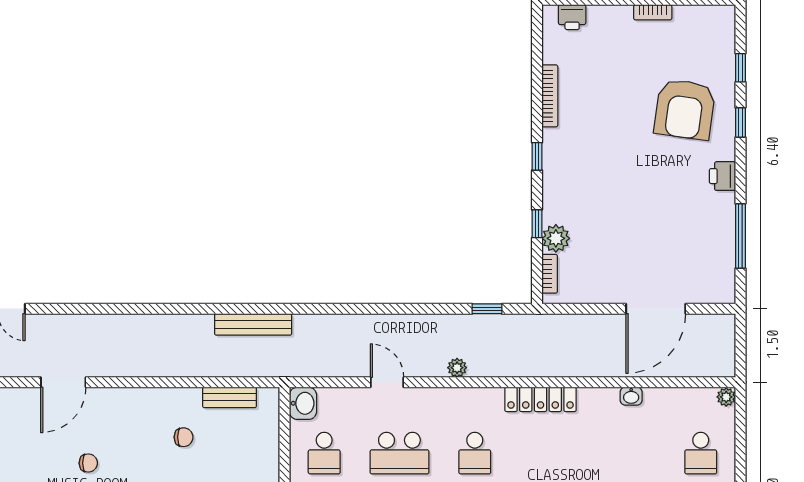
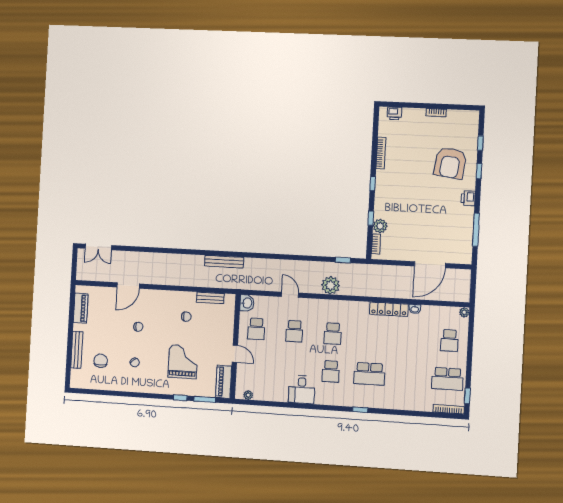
plant: (457, 368) -> (331, 285), width x1.88, depth x1.88
locker: (541, 399) -> (389, 309), moved
school desk: (399, 453) -> (294, 331), width x0.54

